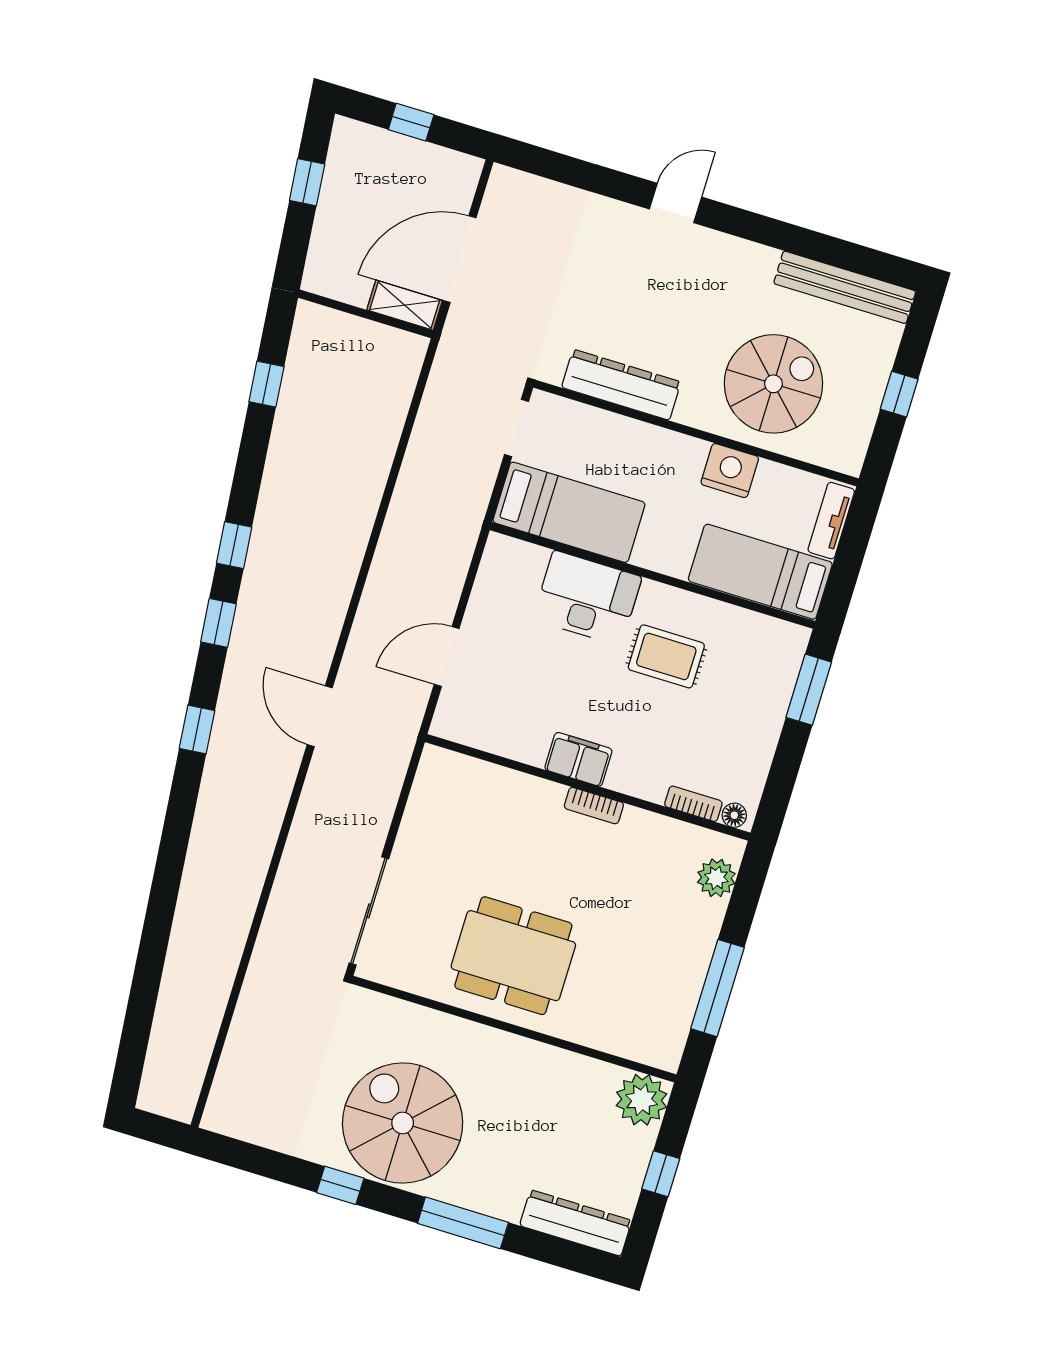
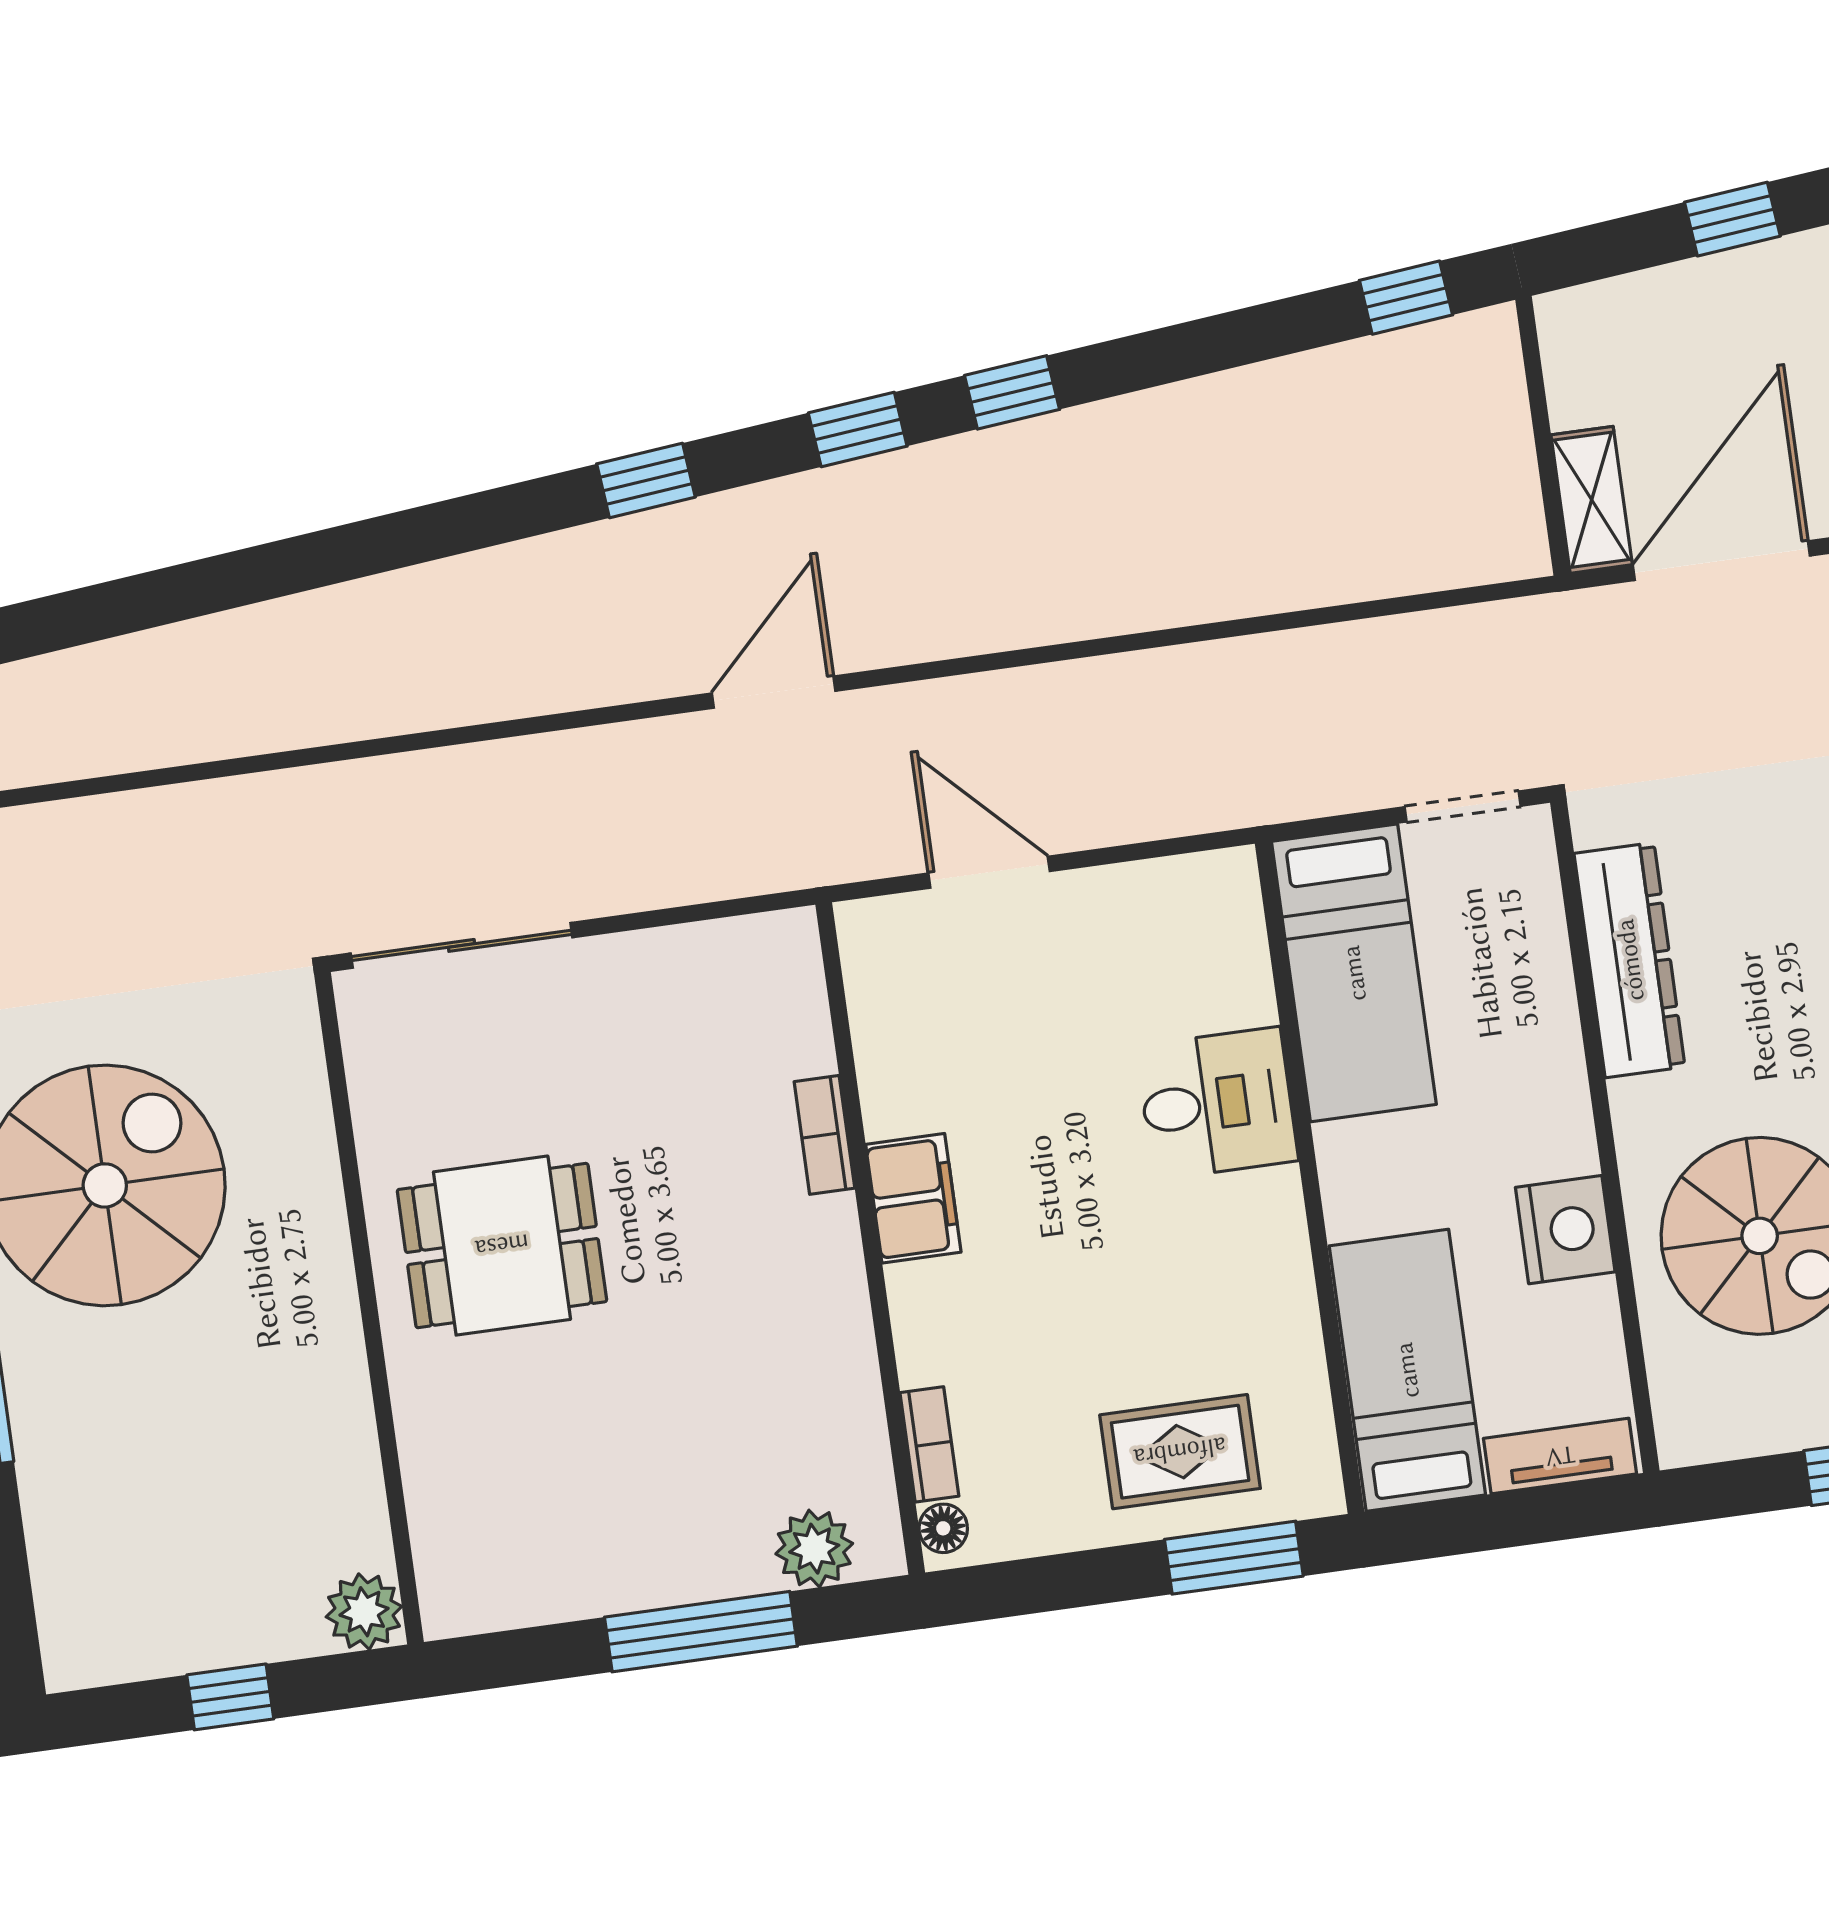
door: (460, 259) -> (1721, 561), hinge flipped
window: (266, 384) -> (1406, 298), moved
desk: (587, 598) -> (1217, 1103), width x0.73
rug: (666, 656) -> (1180, 1452), moved, turned 90
bookcase: (594, 806) -> (824, 1135), moved
dining table: (513, 956) -> (502, 1246), width x0.73
window: (717, 988) -> (701, 1632), moved
plant: (642, 1100) -> (364, 1612), width x0.73, depth x0.73
dresser: (576, 1223) -> (69, 1584), removed

